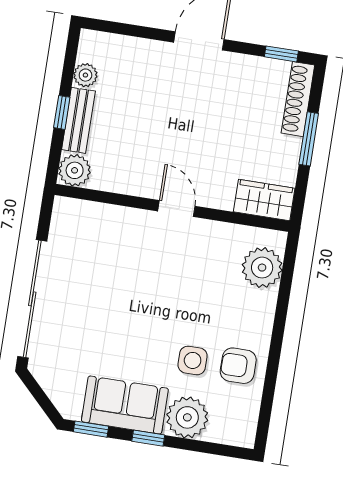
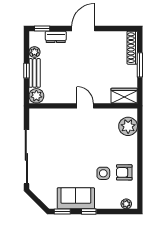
dresser: (137, 50) -> (56, 37), added
window: (281, 54) -> (42, 28), moved
plant: (187, 417) -> (126, 204), moved, width x0.53, depth x0.53

